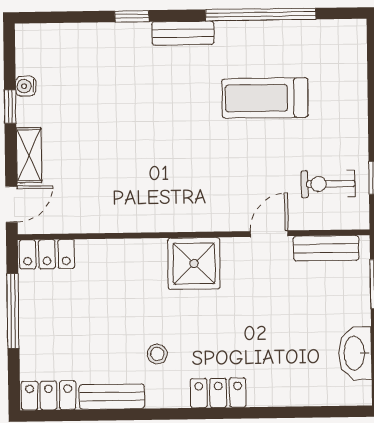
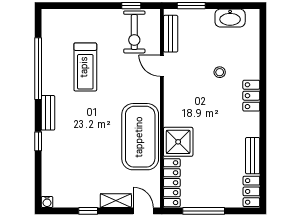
water cooler: (26, 86) -> (47, 202), moved
exercise bike: (328, 184) -> (134, 32), width x1.38, depth x1.39
exercise mat: (143, 197) -> (140, 137), added
locker: (47, 254) -> (172, 183), width x1.53
shower: (194, 263) -> (178, 142), moved
stool: (157, 354) -> (220, 72), moved

